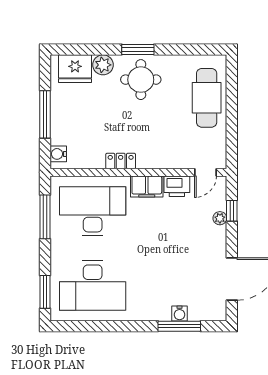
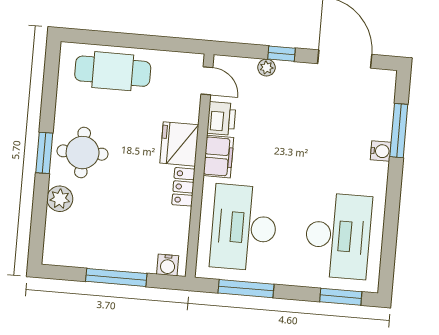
fridge: (75, 69) -> (179, 144), moved, turned 180
window: (232, 211) -> (281, 54), moved
water cooler: (180, 313) -> (381, 151), moved

